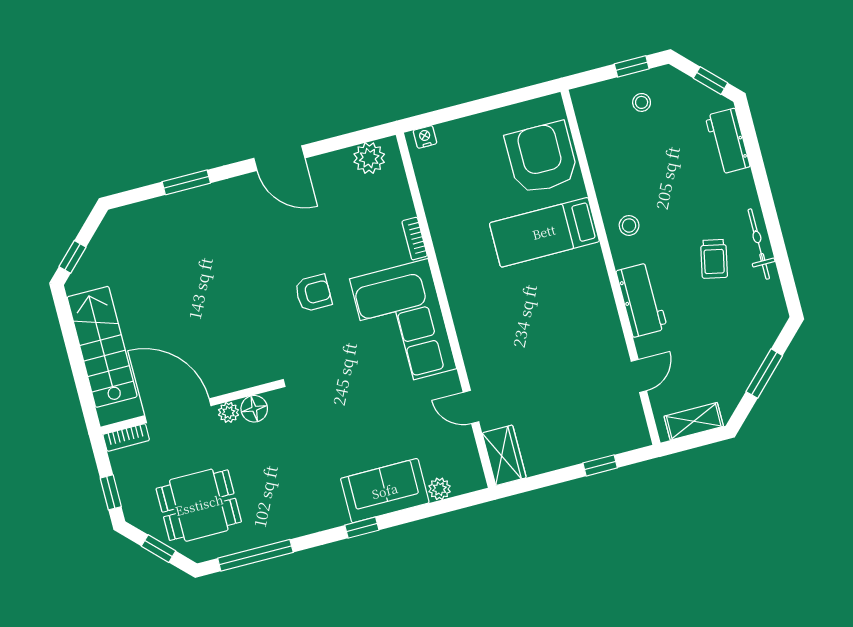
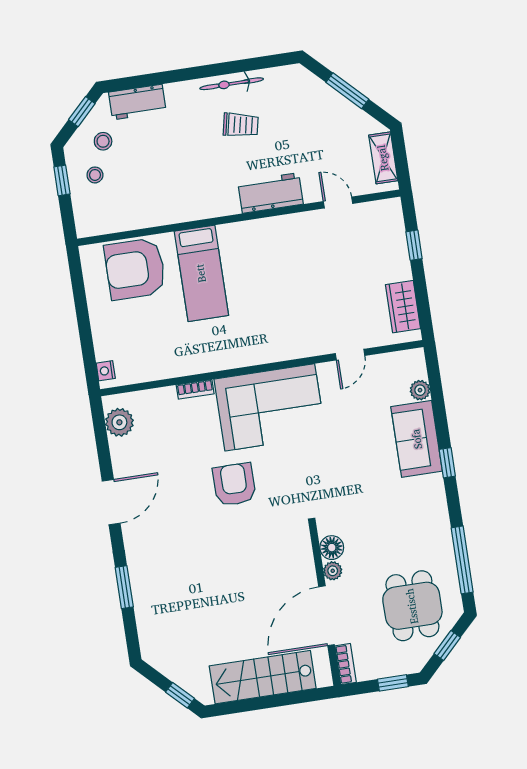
stool: (629, 225) -> (103, 141), moved
armchair: (313, 293) -> (234, 484), width x1.38, depth x1.38
wardrobe: (504, 455) -> (403, 307), moved, turned -90

